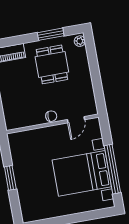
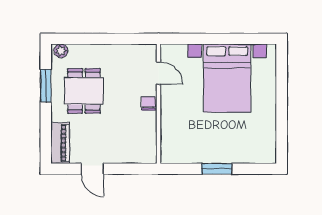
dining table: (52, 64) -> (84, 91), turned 90
window: (112, 169) -> (229, 39), removed

